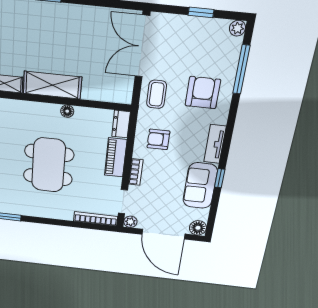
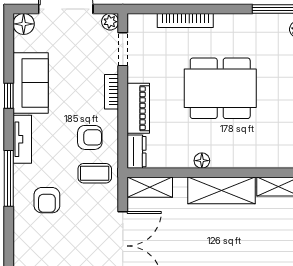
window: (241, 70) -> (9, 178), moved
armchair: (203, 93) -> (47, 200), width x0.72, depth x0.72
shelving: (113, 94) -> (150, 187), added
coffee table: (157, 94) -> (95, 173), moved, turned 90
dining table: (49, 165) -> (220, 88), turned 90
bookcase: (96, 219) -> (185, 20), moved

